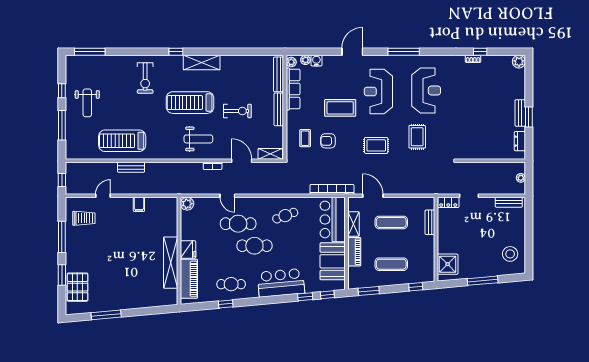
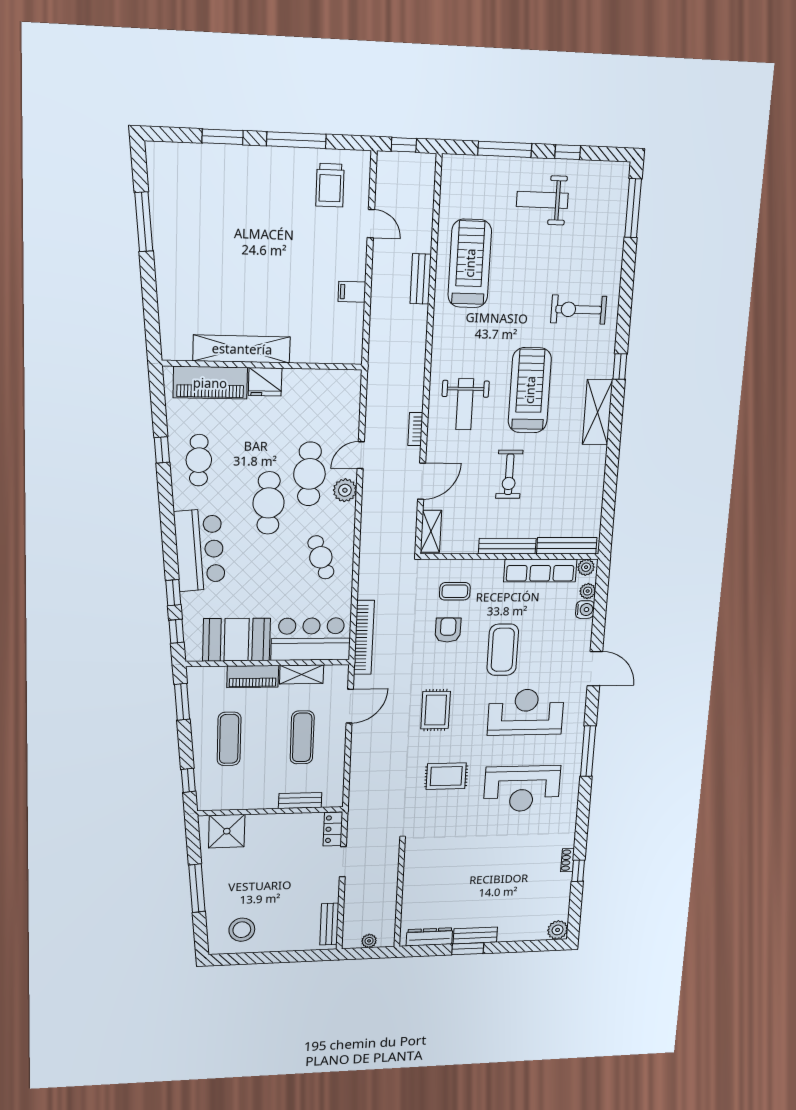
dresser: (520, 141) -> (429, 937), width x1.44
plant: (187, 204) -> (345, 490), moved
pallet: (77, 287) -> (199, 167), removed

